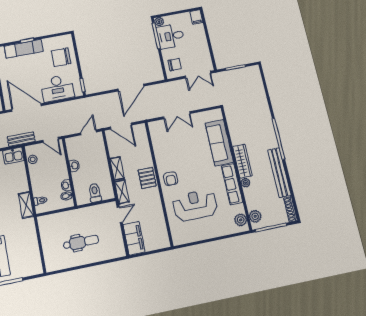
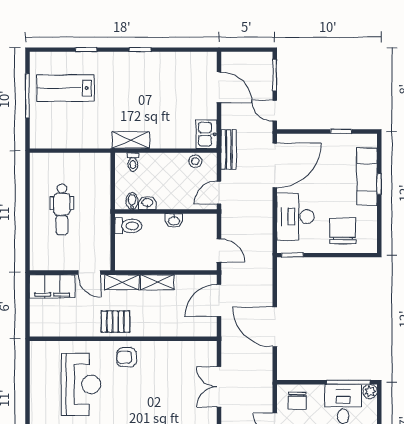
pallet: (147, 178) -> (115, 322), moved
toilet: (95, 193) -> (128, 226), moved

